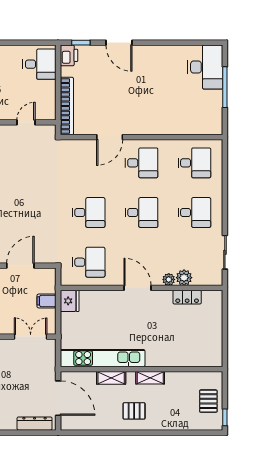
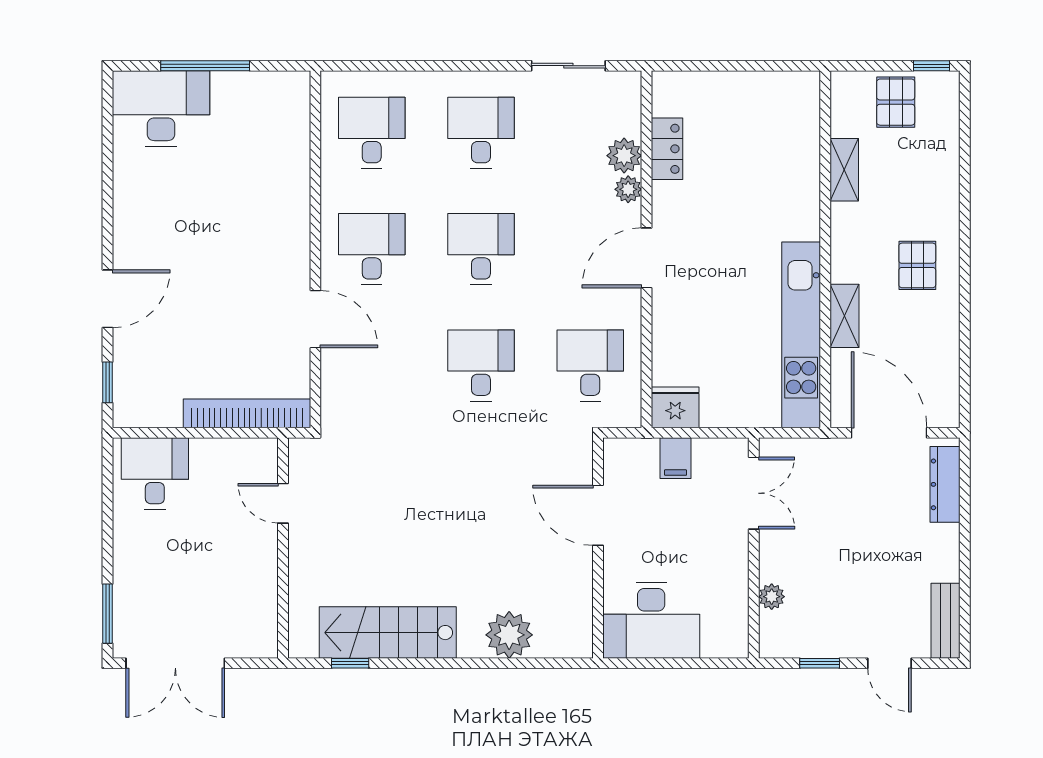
printer: (69, 55) -> (135, 409), removed
double door: (31, 337) -> (754, 493), swing flipped
shelving: (150, 378) -> (844, 170), moved
door: (58, 398) -> (889, 433), hinge flipped
pallet: (208, 401) -> (896, 102), turned 90

